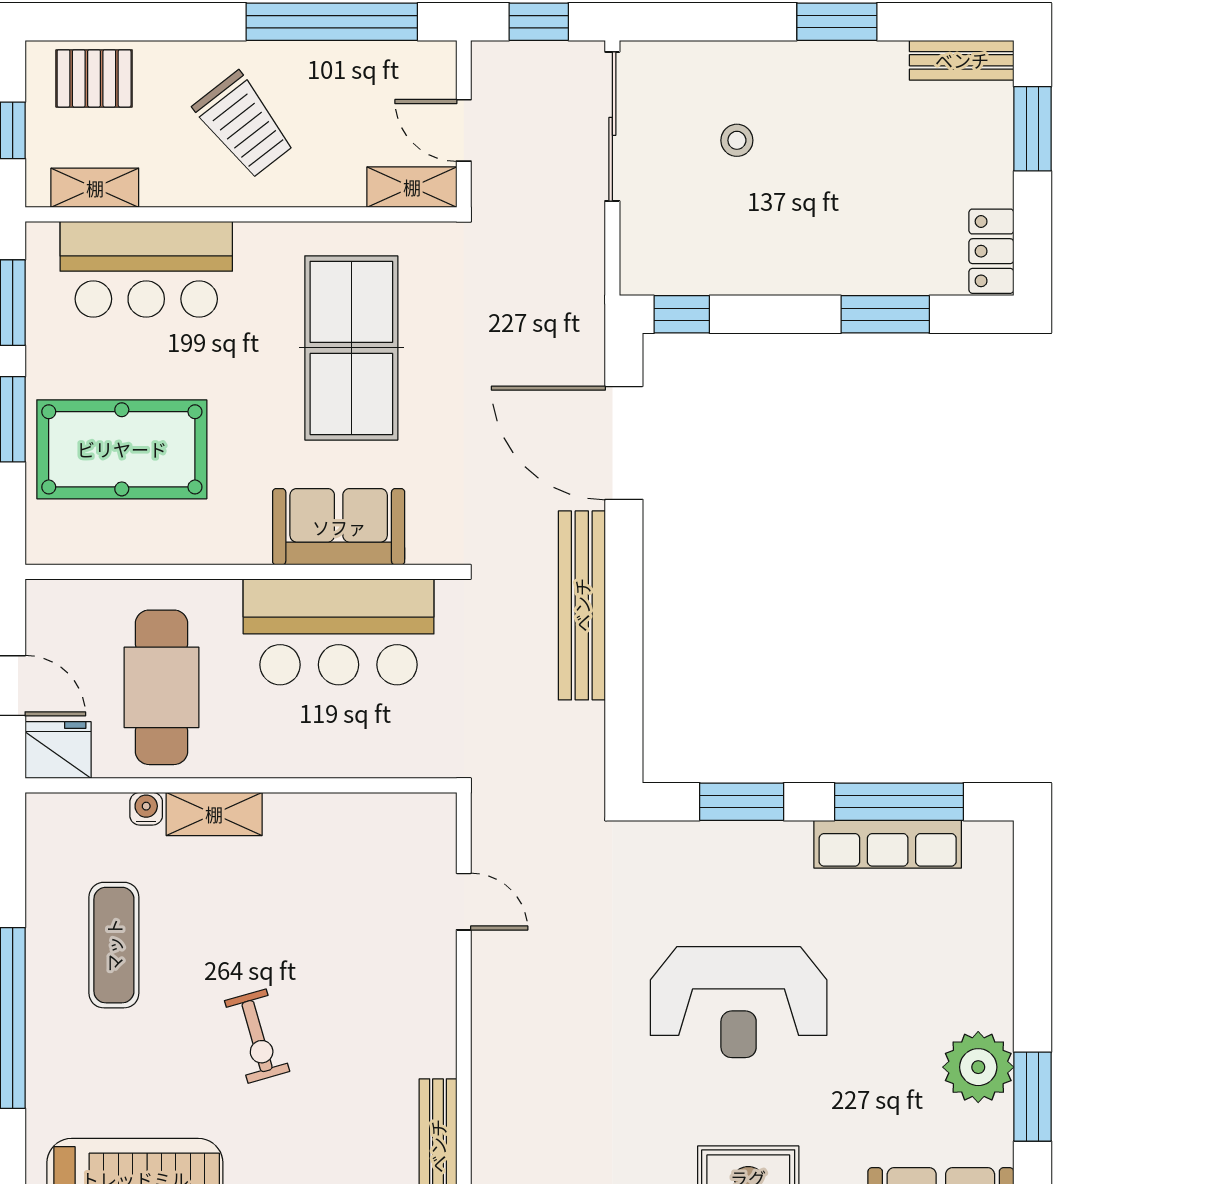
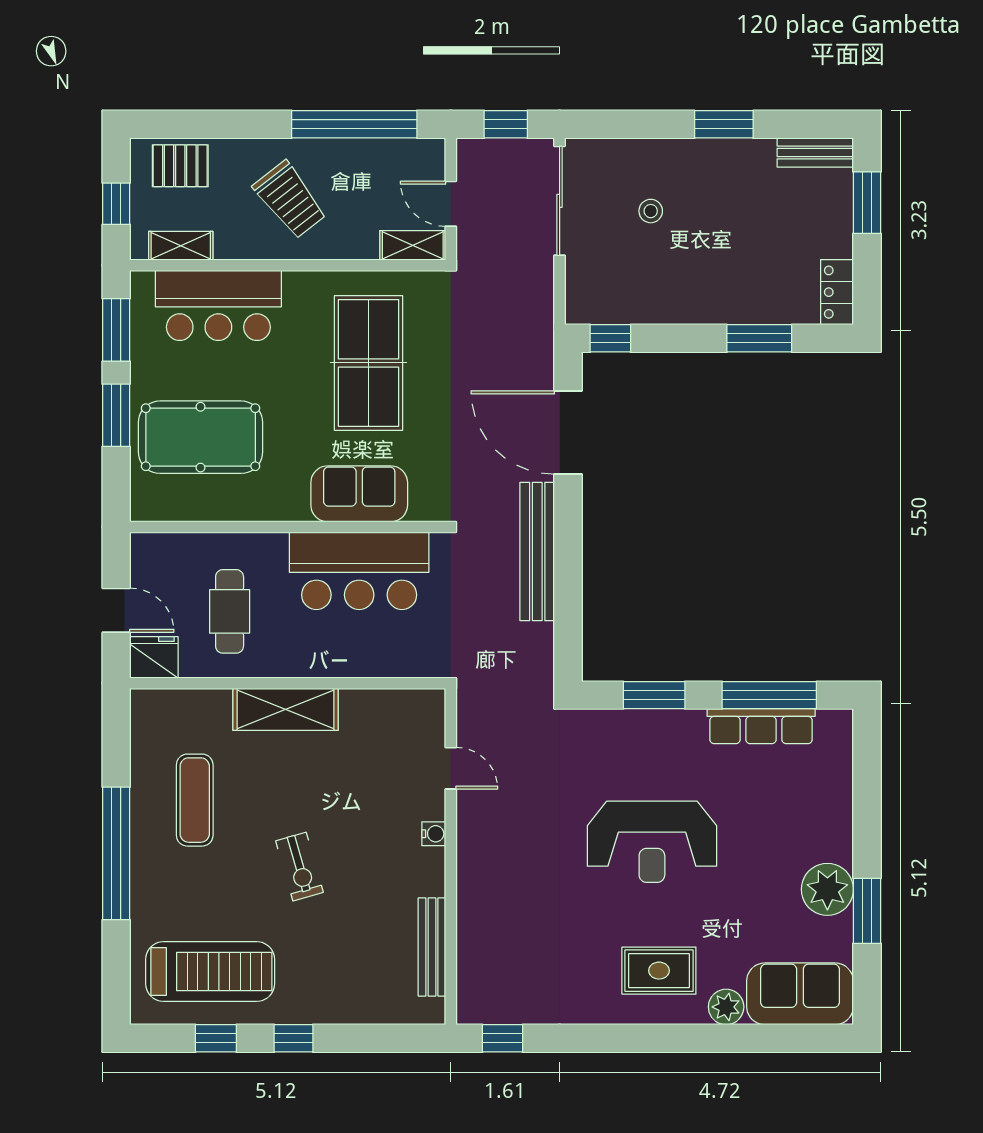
cafe table: (162, 687) -> (230, 611), width x0.73, depth x0.74
water cooler: (146, 809) -> (434, 834), moved, turned 90
shelving: (214, 814) -> (286, 709), width x1.50, depth x1.33

